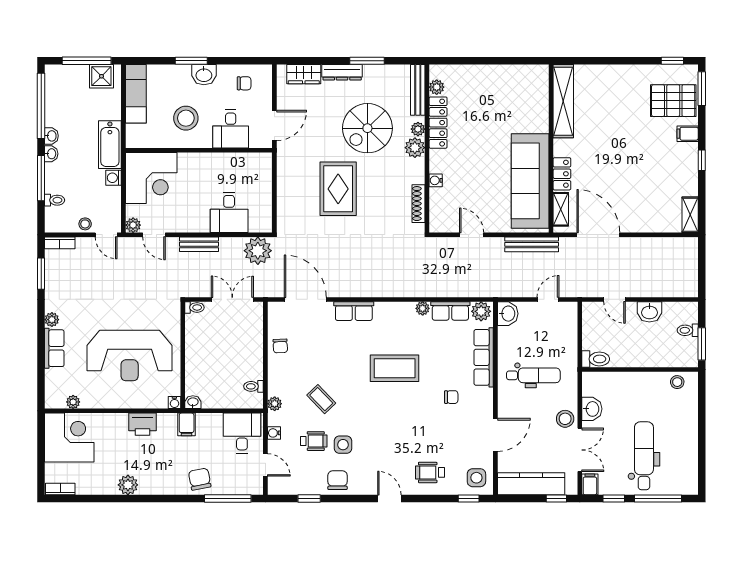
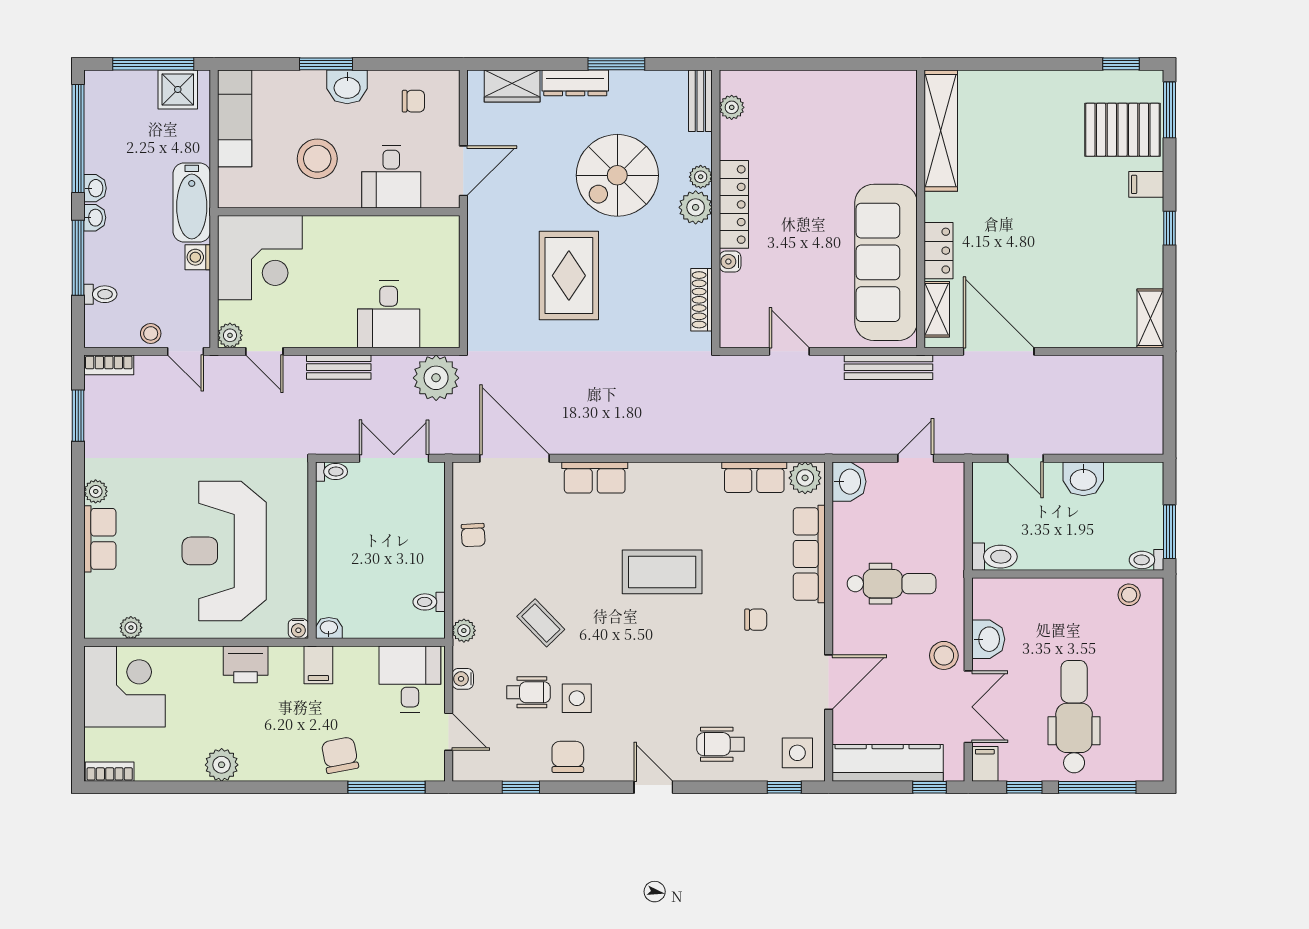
bench: (418, 90) -> (700, 101), width x0.73
locker: (438, 123) -> (734, 204), moved
plant: (423, 308) -> (708, 473), removed
toilet: (688, 330) -> (1146, 560), moved
reception desk: (130, 356) -> (224, 551), turned 90

